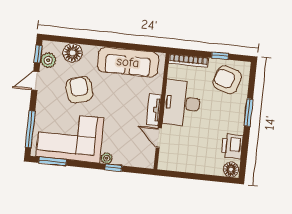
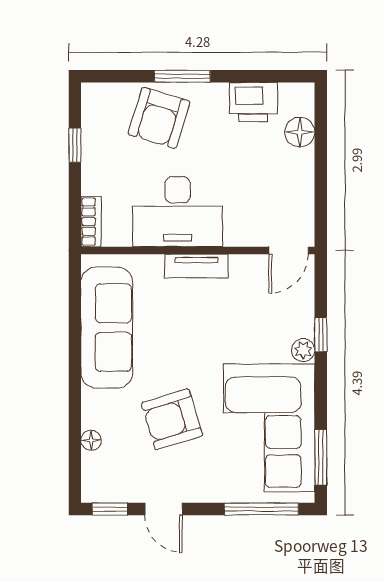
floor lamp: (73, 53) -> (91, 440), width x0.53, depth x0.53
plant: (48, 60) -> (120, 487), removed
bookcase: (188, 61) -> (91, 221), width x0.64
armchair: (227, 80) -> (159, 118), moved
door: (159, 138) -> (289, 250), moved
floor lamp: (231, 170) -> (300, 132), moved

